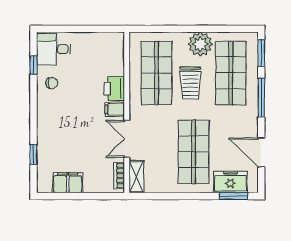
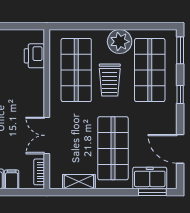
printer: (114, 89) -> (34, 56), moved
window: (261, 98) -> (180, 94), width x0.46
filing cabinet: (115, 109) -> (12, 179), moved, turned 90
shelving: (136, 177) -> (79, 182), moved, turned 90

